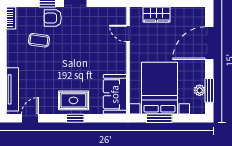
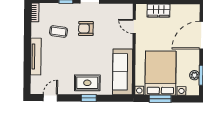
armchair: (53, 18) -> (86, 29), moved
tv unit: (13, 89) -> (36, 56), moved
sofa: (115, 94) -> (123, 72), width x1.36

